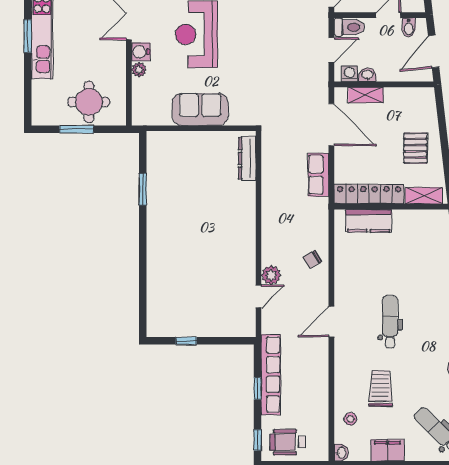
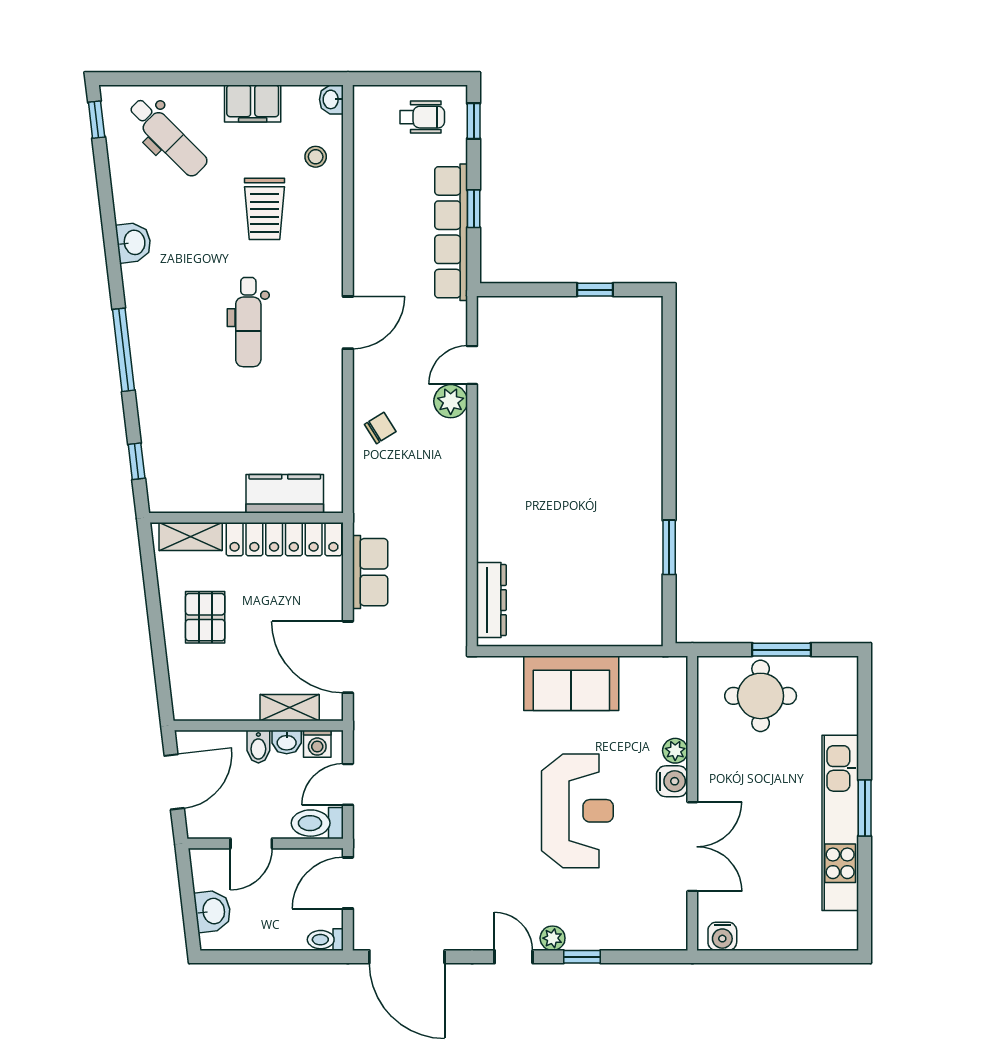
bidet: (409, 28) -> (258, 747), moved, turned 180
wheelchair: (288, 442) -> (422, 117), width x0.73, depth x0.73

